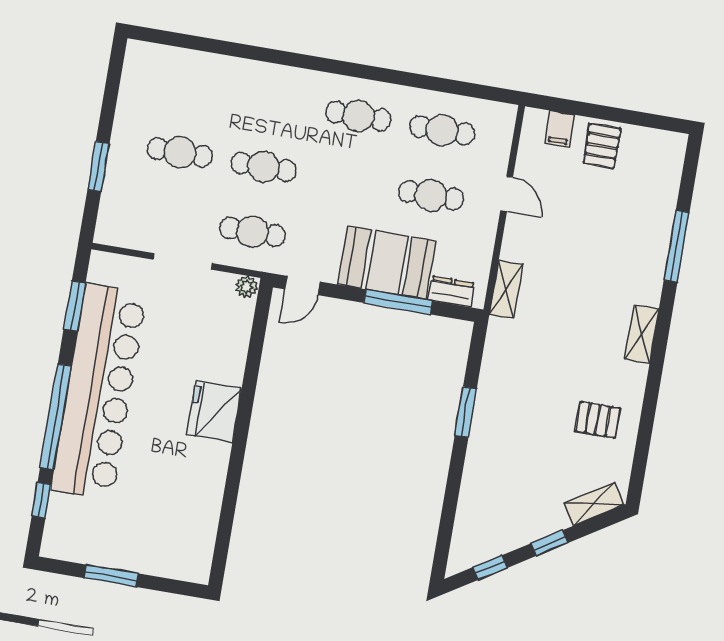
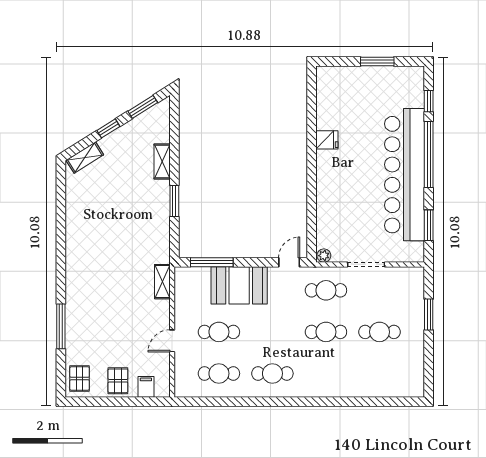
door: (507, 194) -> (172, 341), hinge flipped
dresser: (451, 292) -> (196, 274), removed
window: (398, 302) -> (212, 262), moved
shelving: (642, 335) -> (162, 161), moved
fridge: (214, 412) -> (327, 140), moved, width x0.53, depth x0.75
pallet: (598, 420) -> (80, 379), moved, turned 90
window: (490, 568) -> (143, 107), width x1.50

